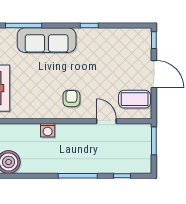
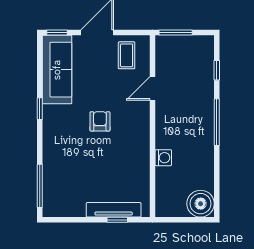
sofa: (47, 40) -> (57, 70), moved
armchair: (71, 98) -> (100, 121), moved, turned 90
coffee table: (135, 99) -> (127, 55), width x0.73, depth x0.77

